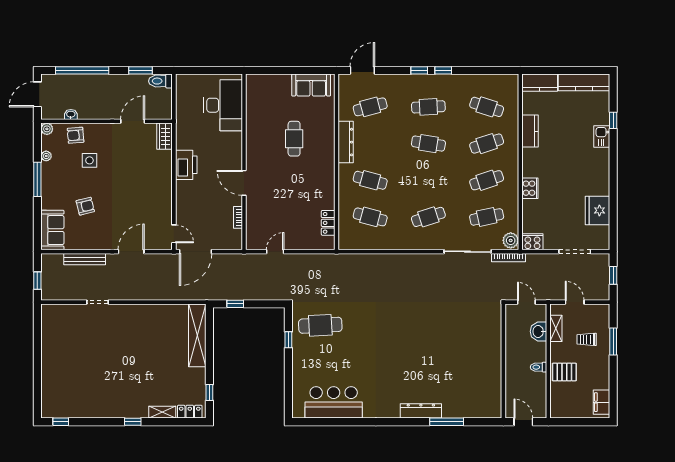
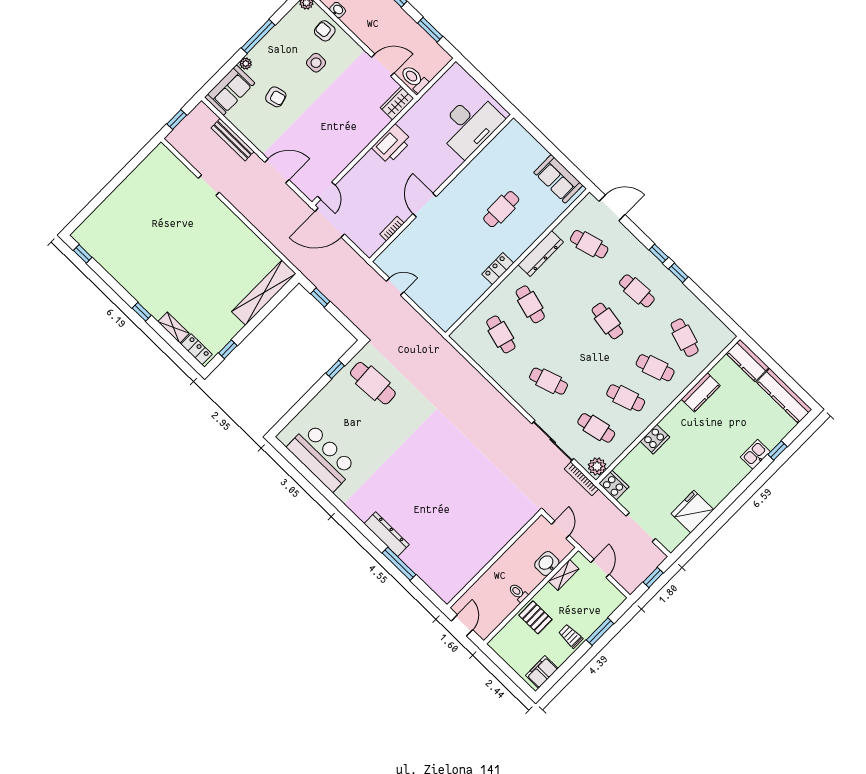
toilet: (160, 81) -> (414, 79), moved
plant: (46, 156) -> (246, 64), moved
locker: (328, 223) -> (498, 269), moved
trolley: (587, 339) -> (571, 636), moved

